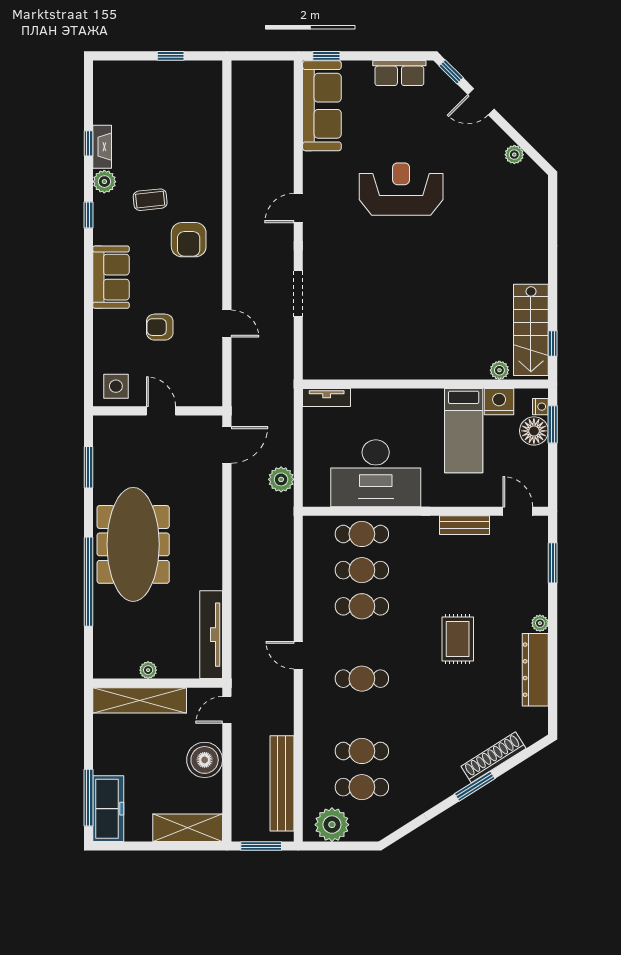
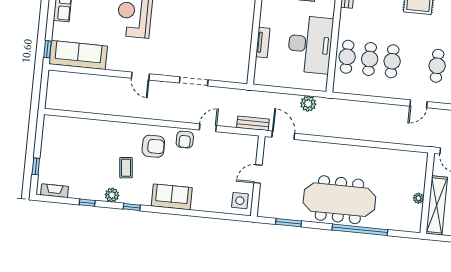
window: (171, 56) -> (36, 166), moved
fireplace: (102, 147) -> (54, 191), moved
armchair: (160, 327) -> (185, 140), moved
bench: (241, 395) -> (253, 123), added
tv unit: (327, 398) -> (263, 43), moved
tv unit: (211, 635) -> (400, 157), removed

